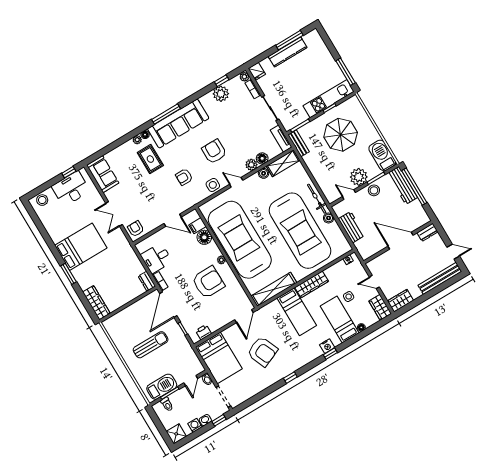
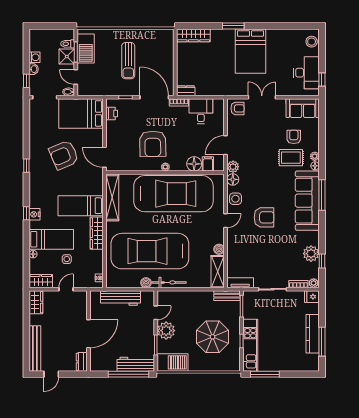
floor lamp: (262, 158) -> (233, 179), moved
plant: (251, 165) -> (233, 167), moved
armchair: (184, 177) -> (294, 137), moved
stool: (374, 190) -> (146, 337), removed
workbench: (352, 227) -> (120, 298), width x1.37
shower: (176, 434) -> (67, 57), moved

